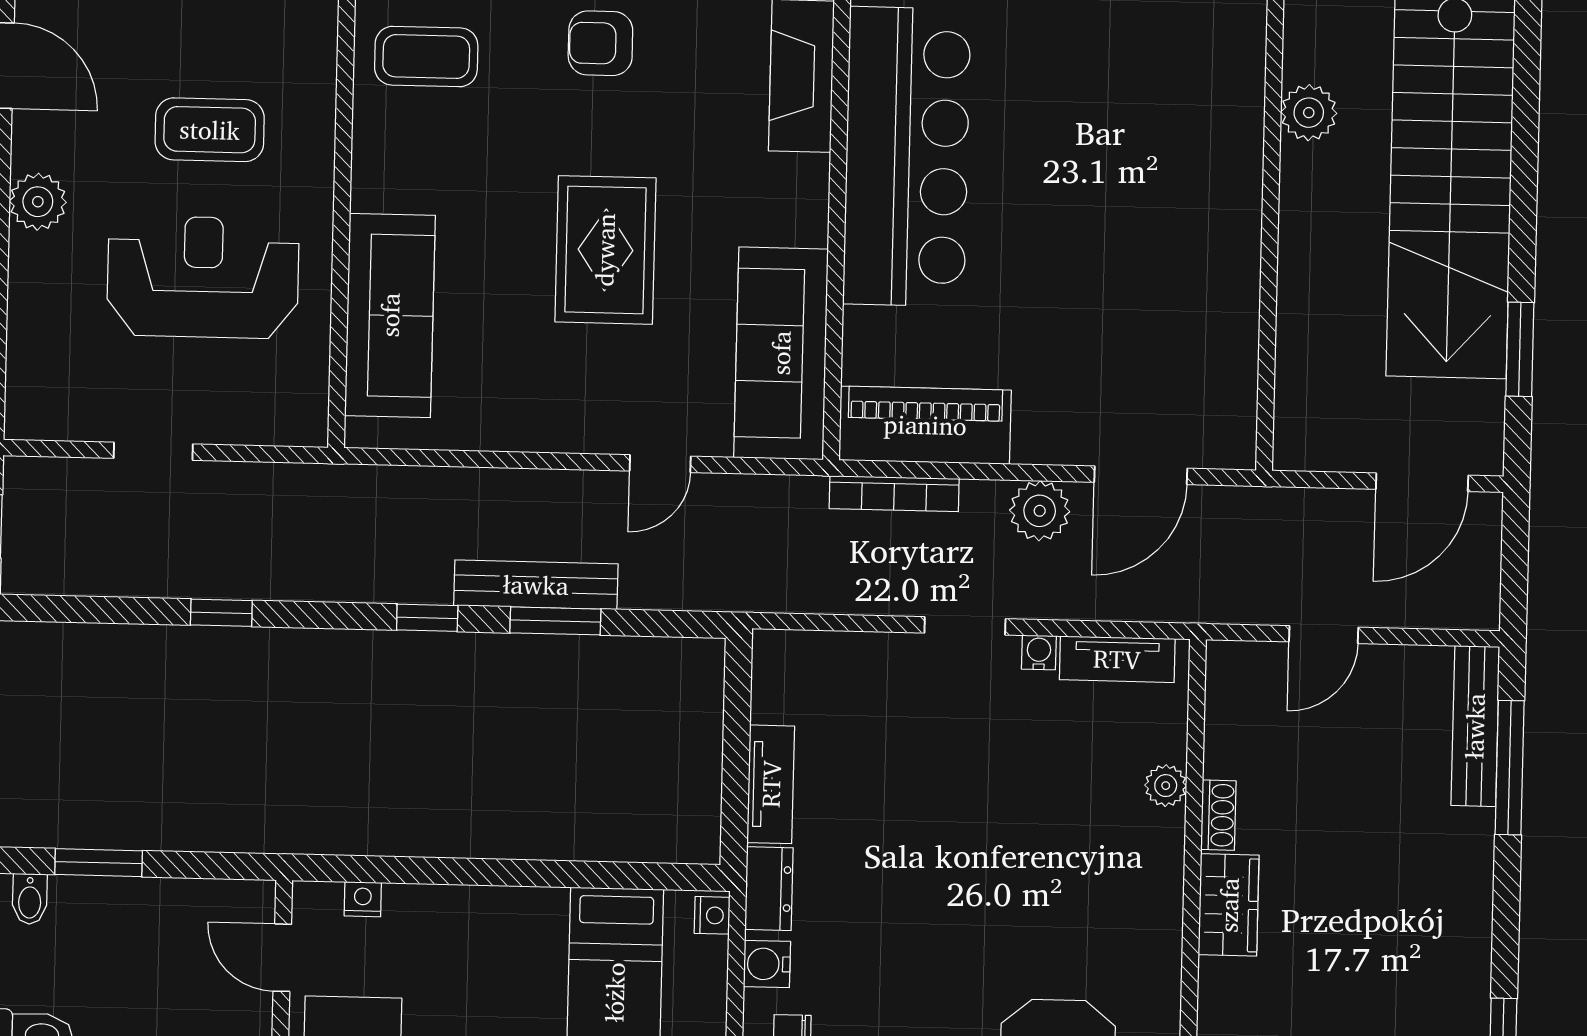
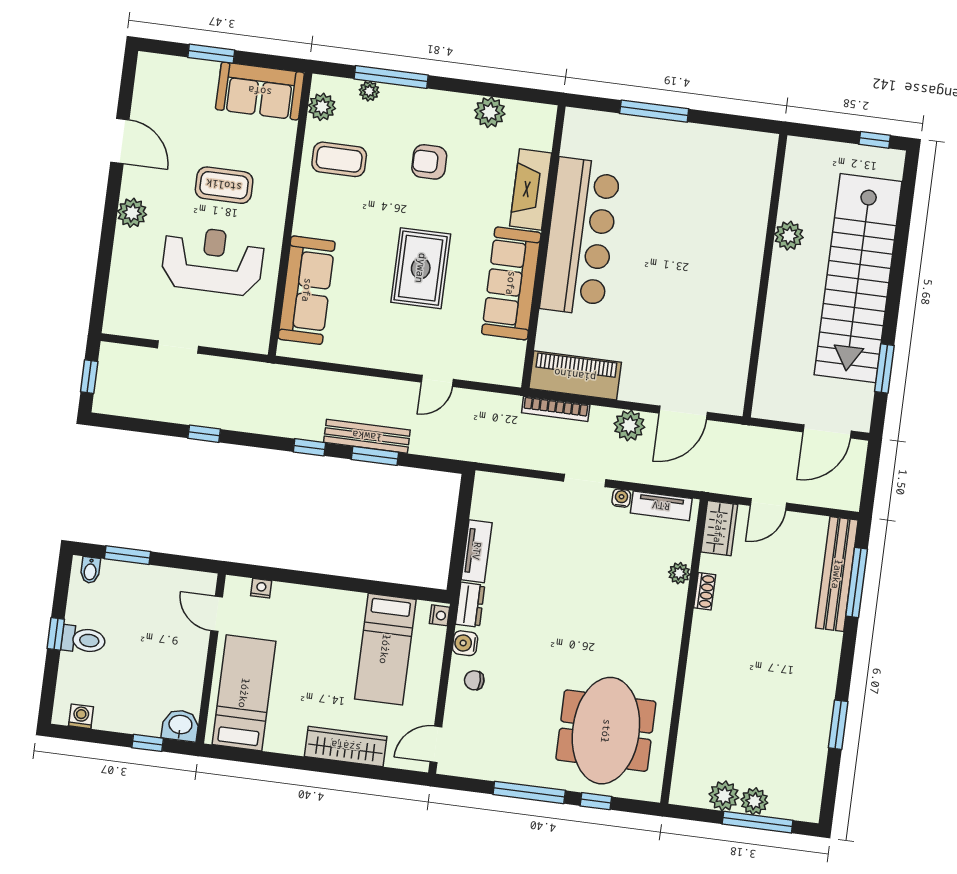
sofa: (781, 353) -> (511, 283), moved
bench: (1475, 726) -> (837, 574), width x1.37, depth x1.21
wardrobe: (1229, 905) -> (719, 528), moved

